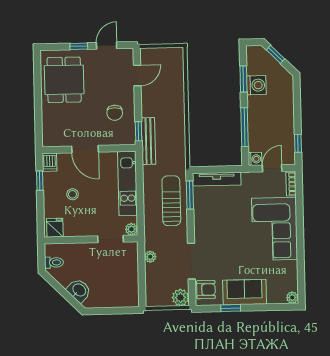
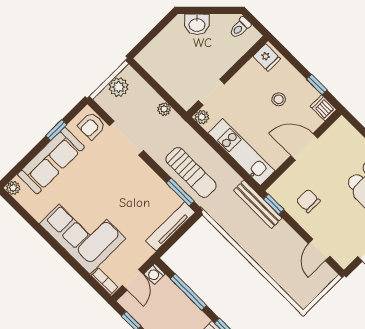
sofa: (245, 292) -> (51, 161), width x1.36
plant: (180, 297) -> (119, 87), moved

